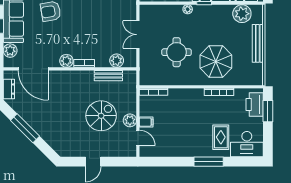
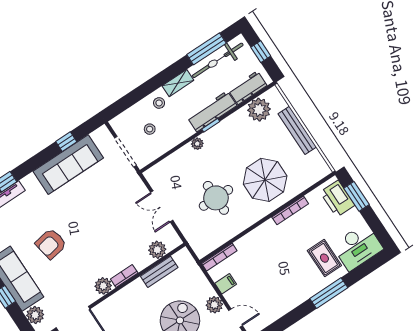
filing cabinet: (146, 122) -> (226, 284), moved

